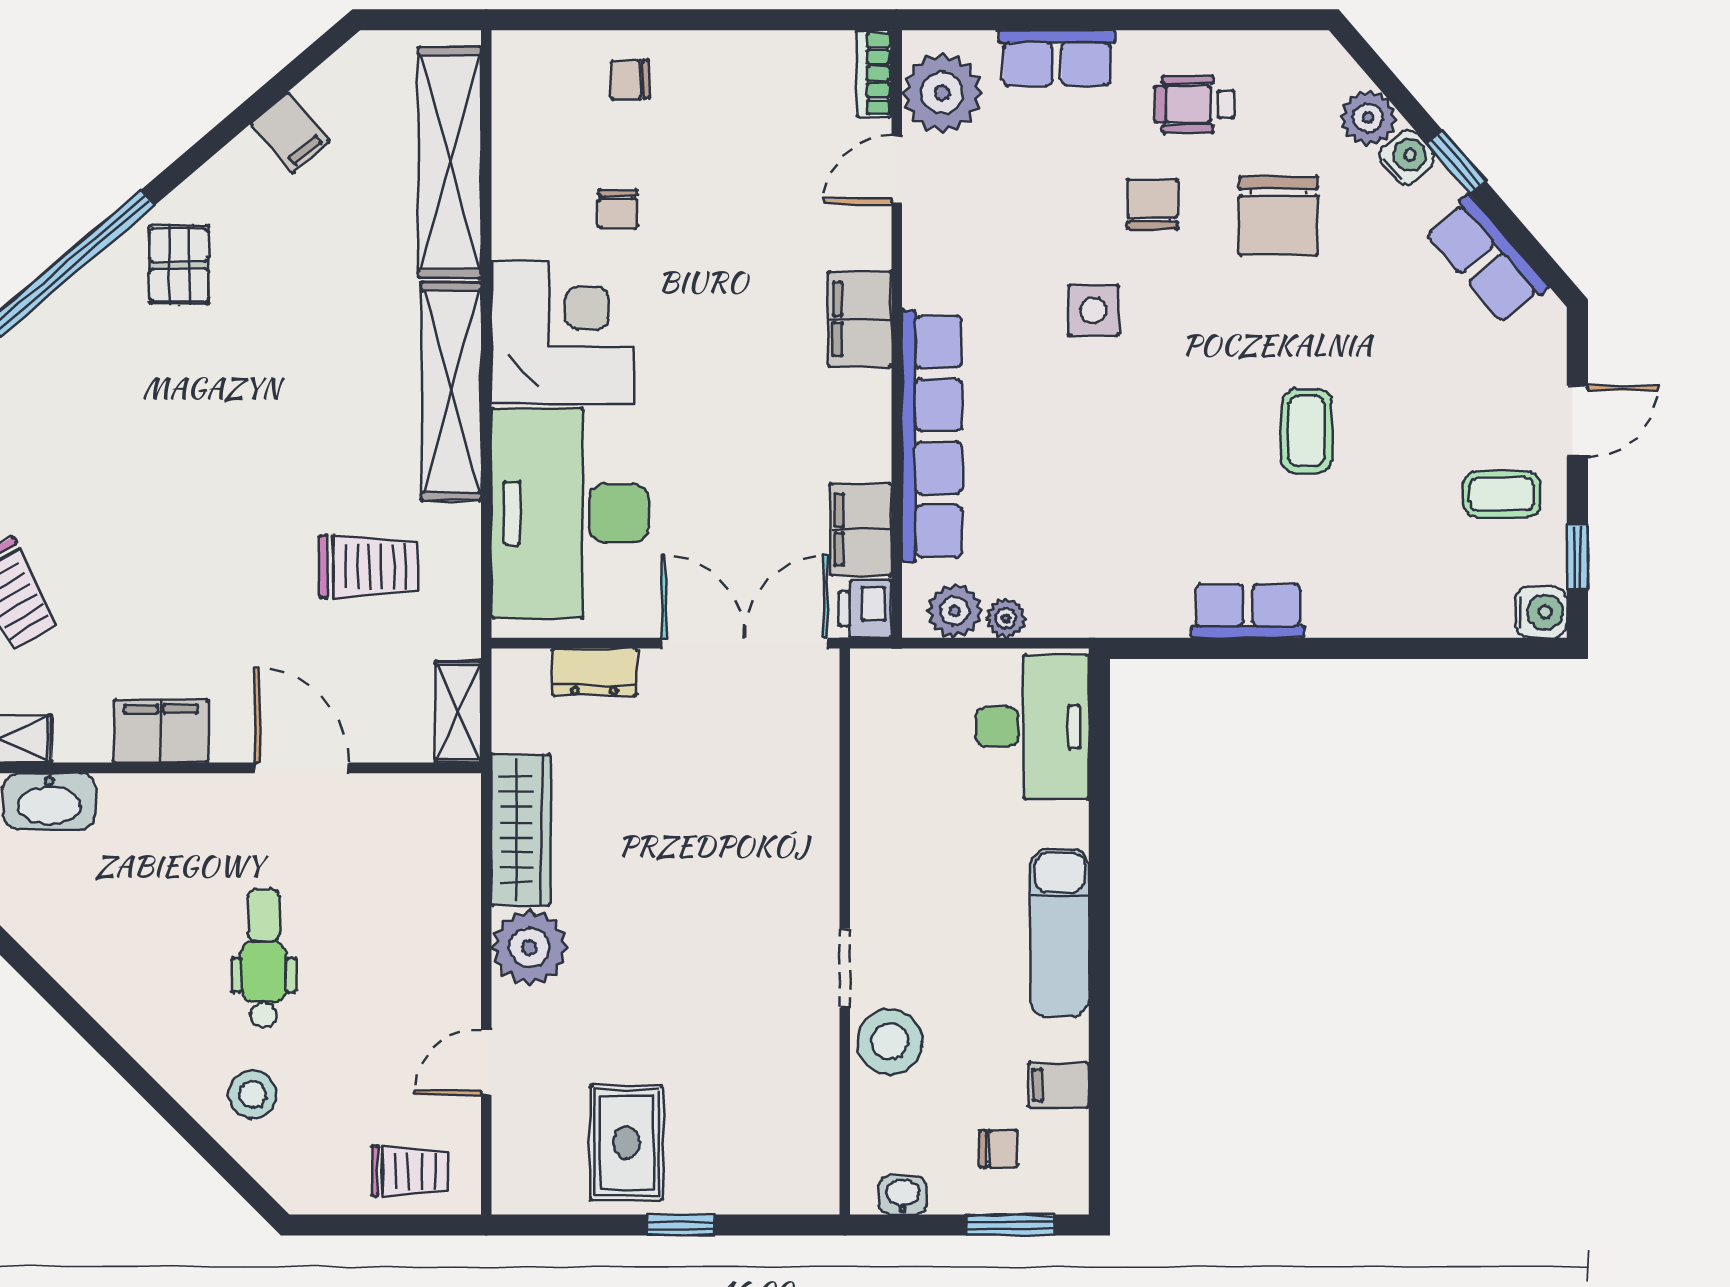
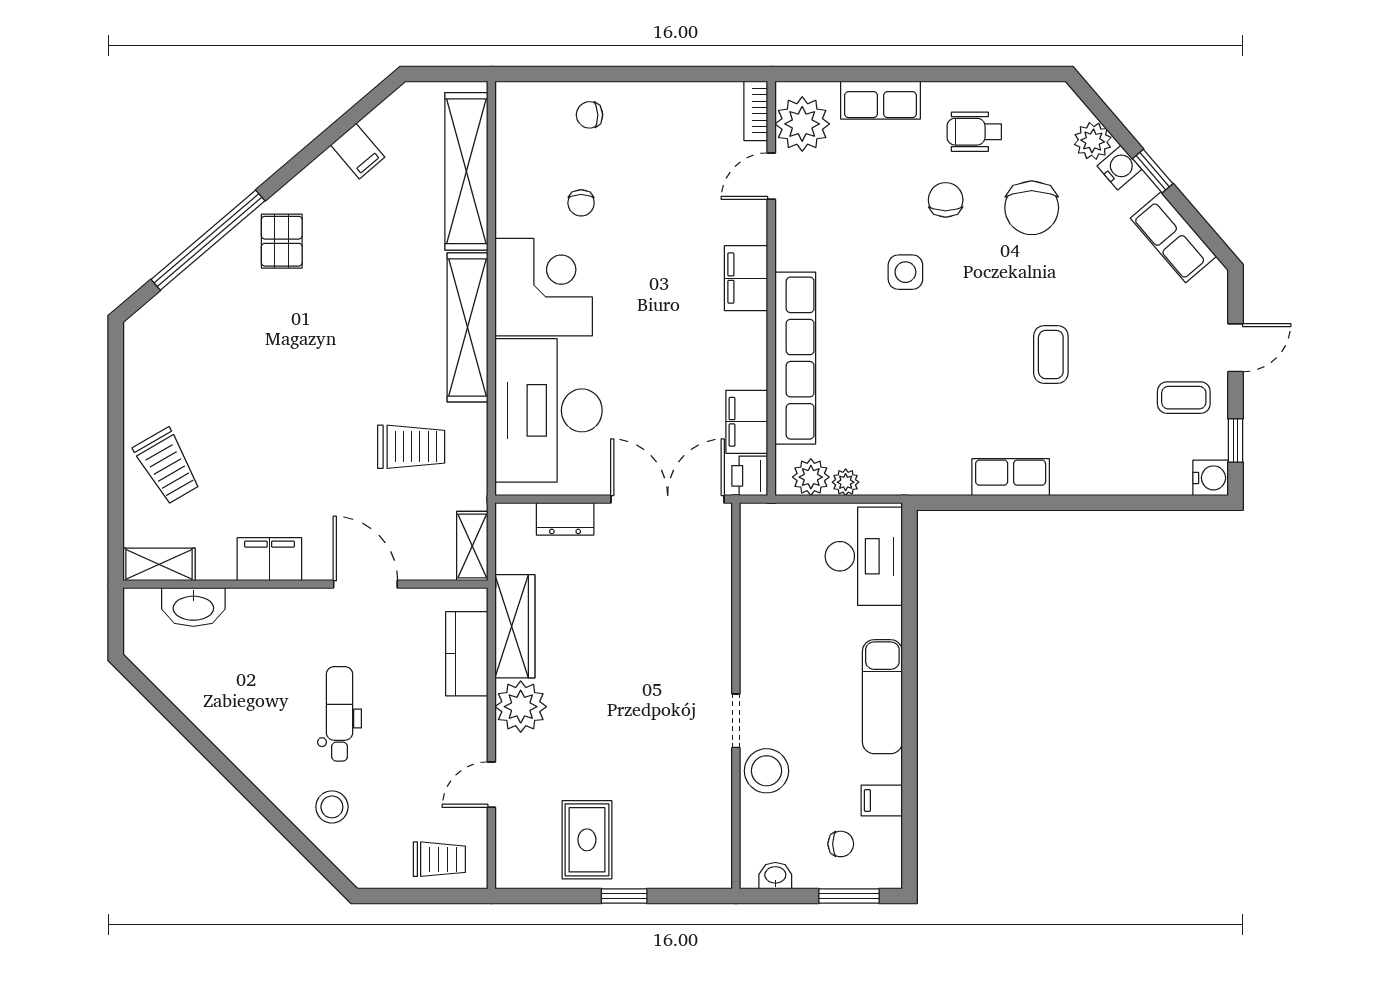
kitchen counter: (450, 870) -> (467, 654), added

